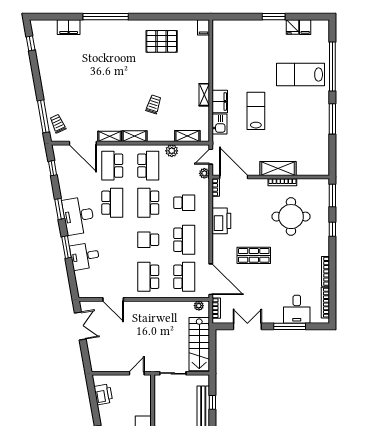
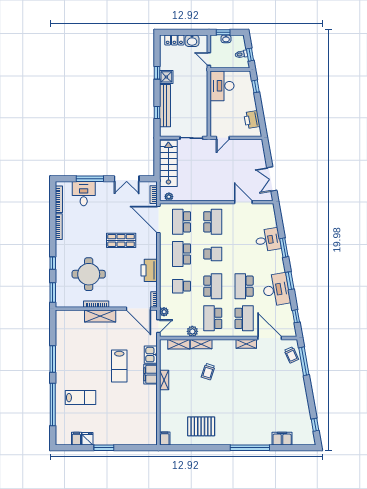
lab bench: (300, 75) -> (80, 398), width x0.73, depth x0.72
shelving: (135, 136) -> (201, 344), moved
desk: (78, 216) -> (276, 290), moved

